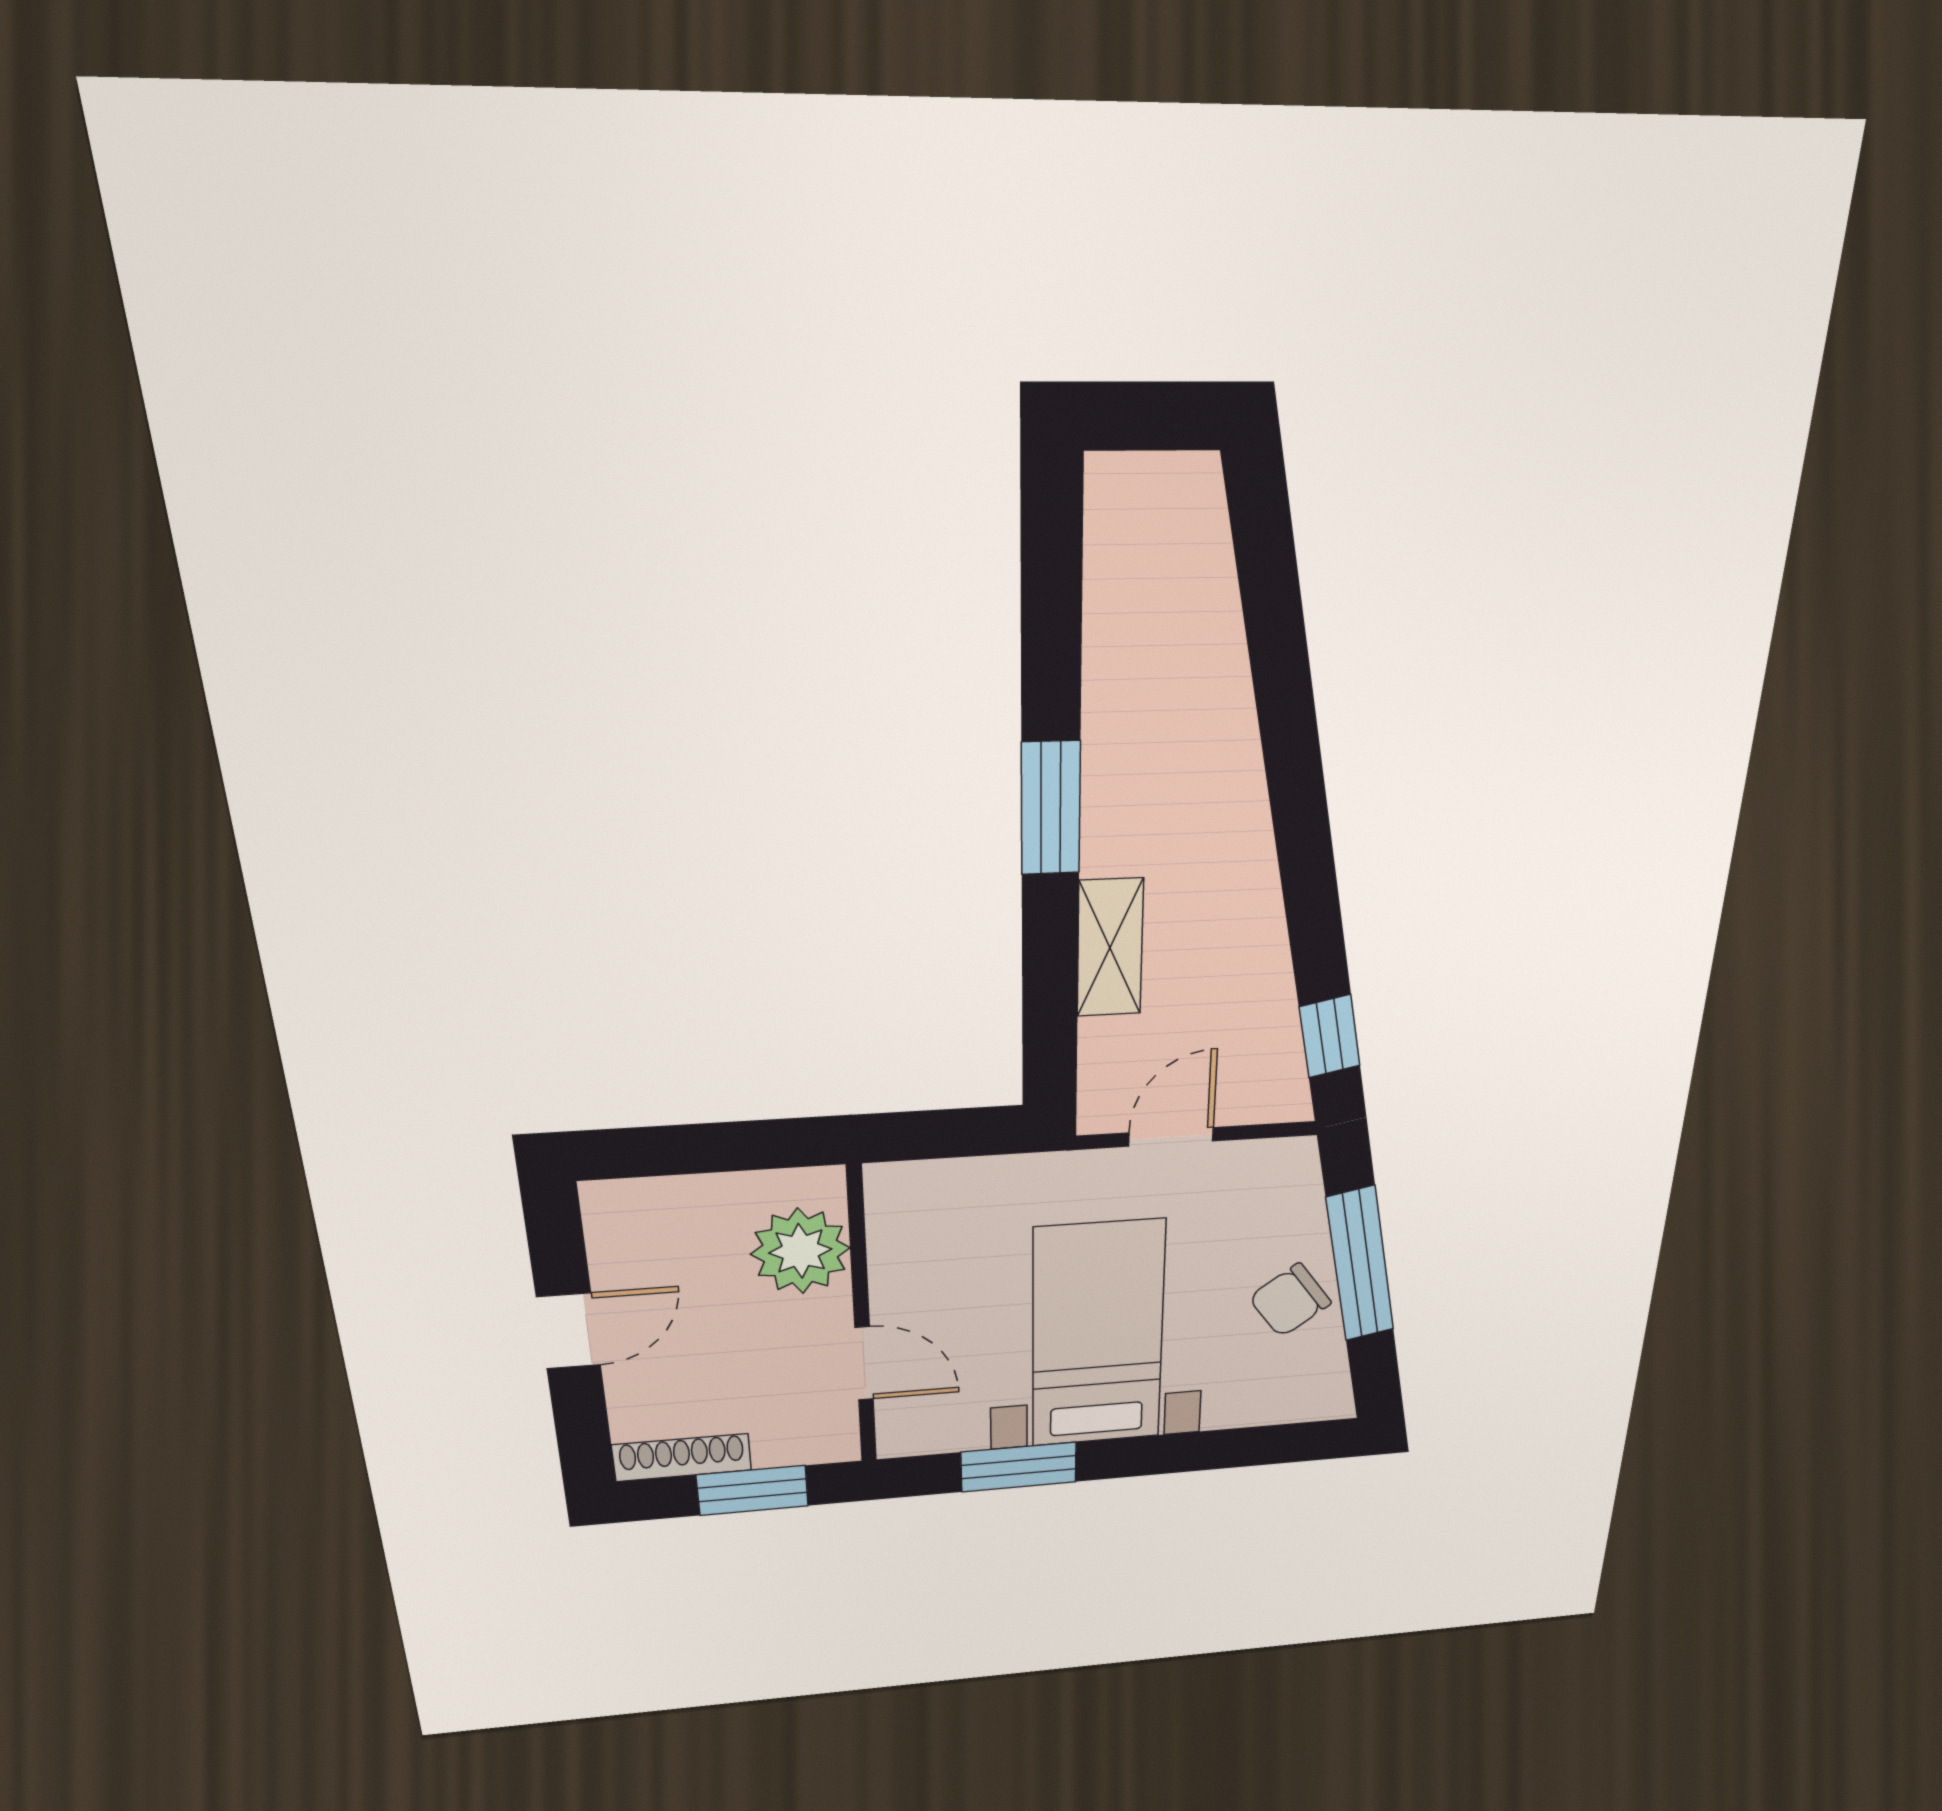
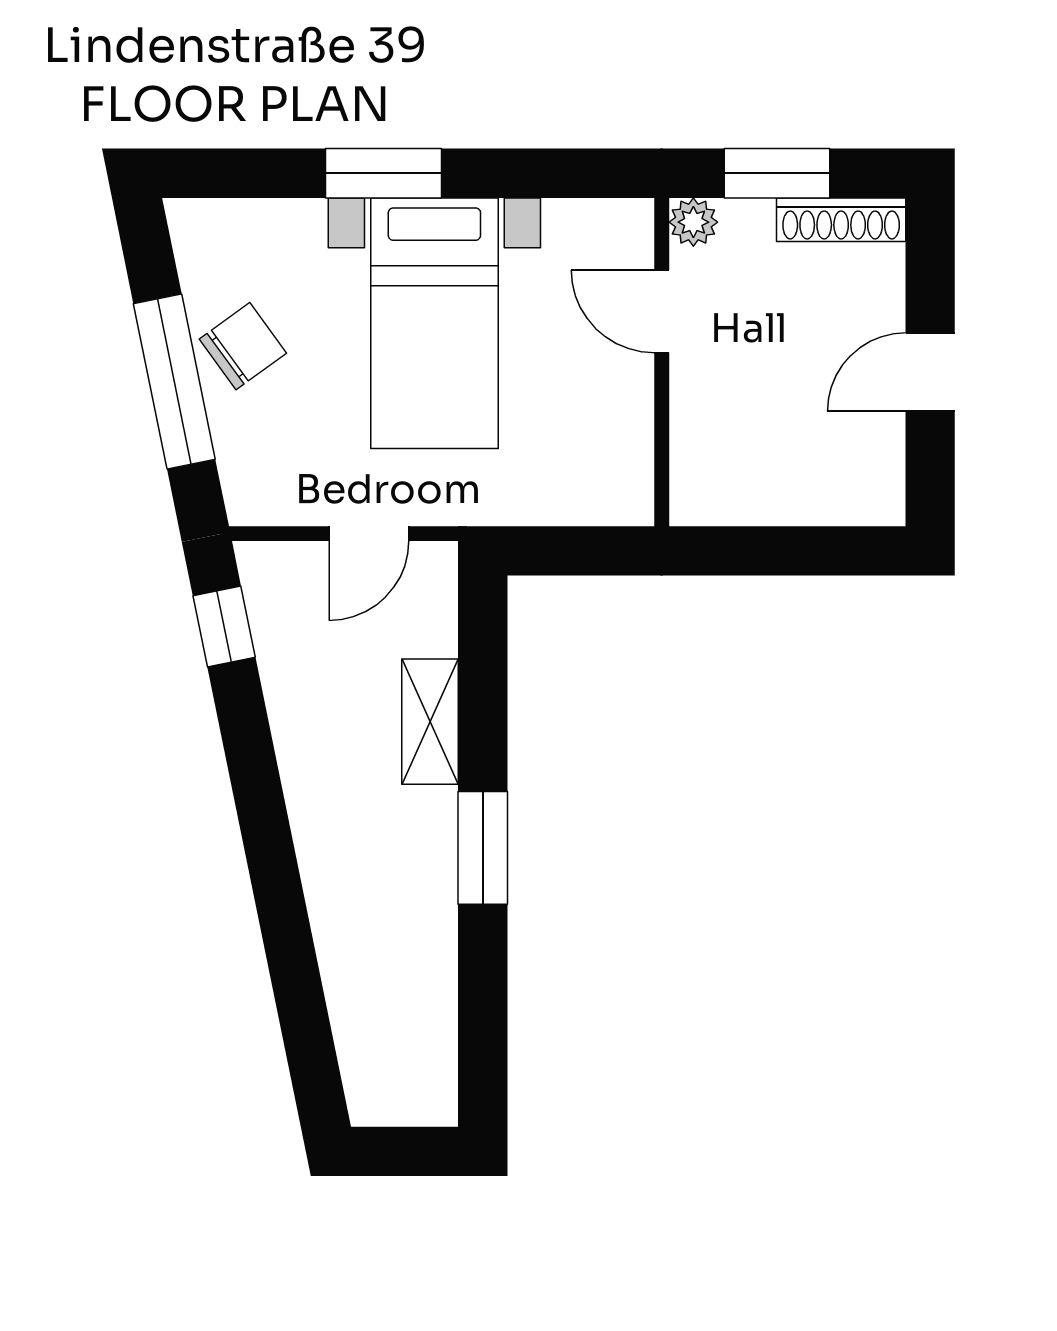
plant: (800, 1251) -> (693, 222), moved, width x0.53, depth x0.53
window: (1019, 1467) -> (384, 173), moved

